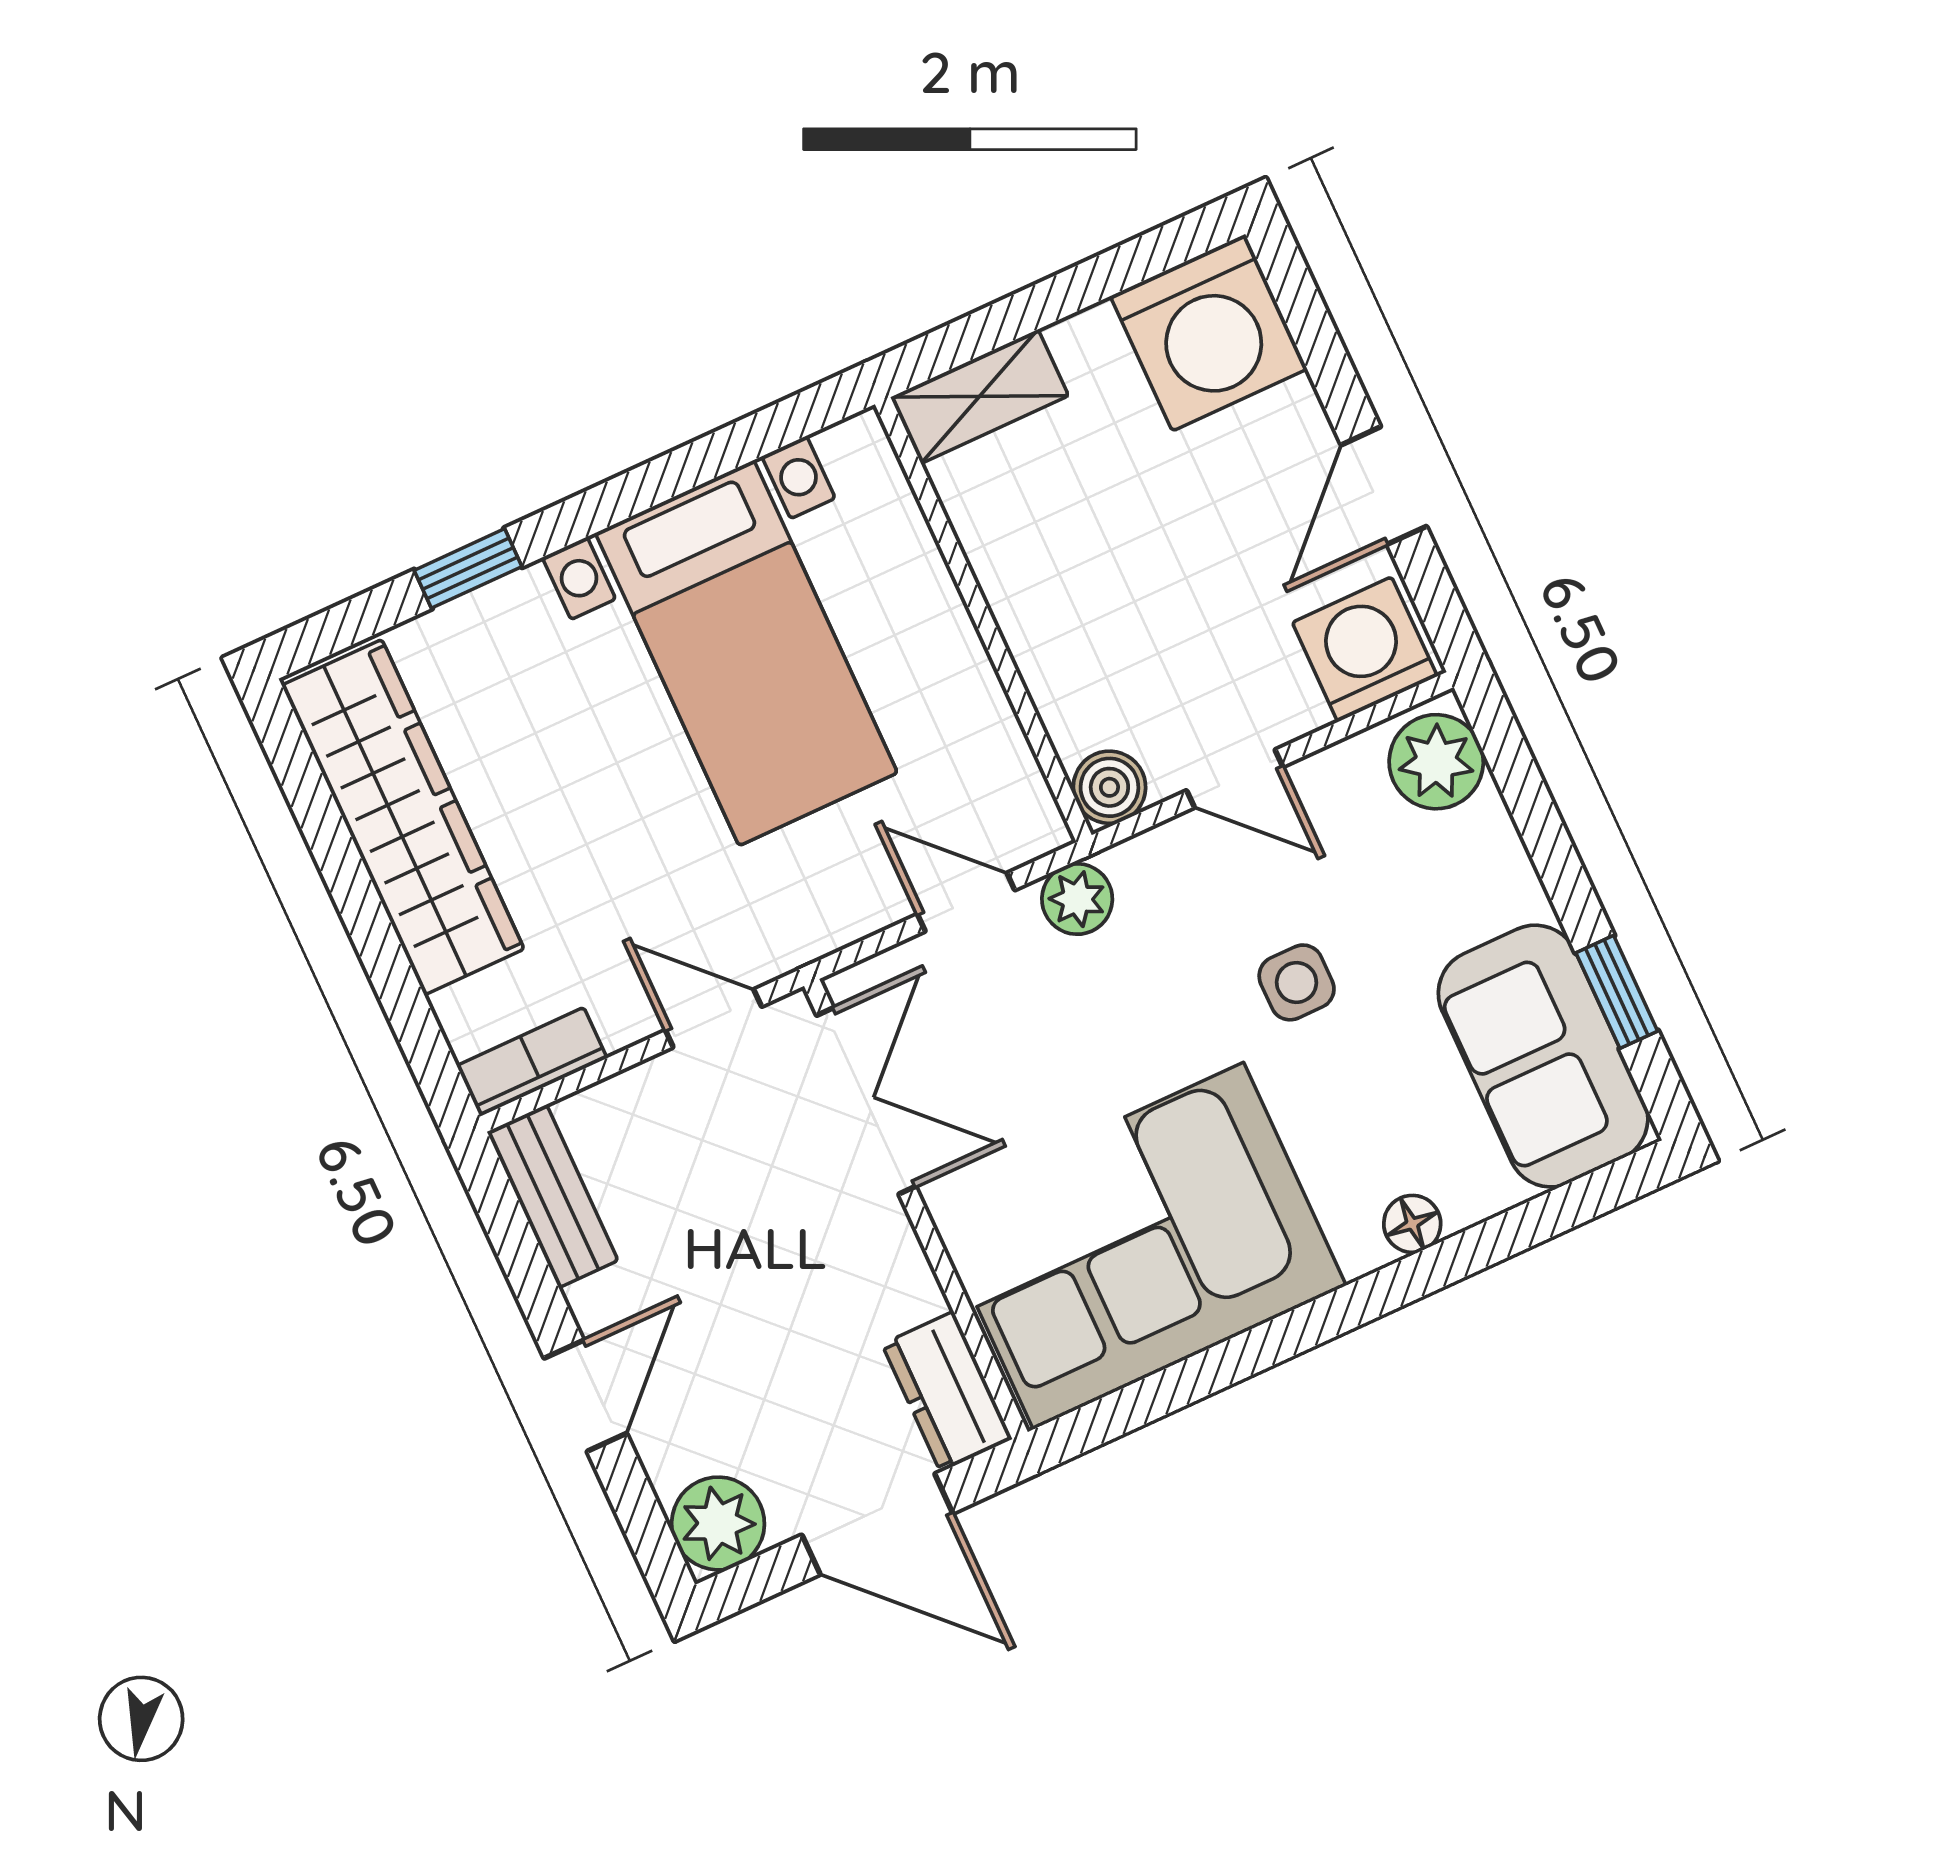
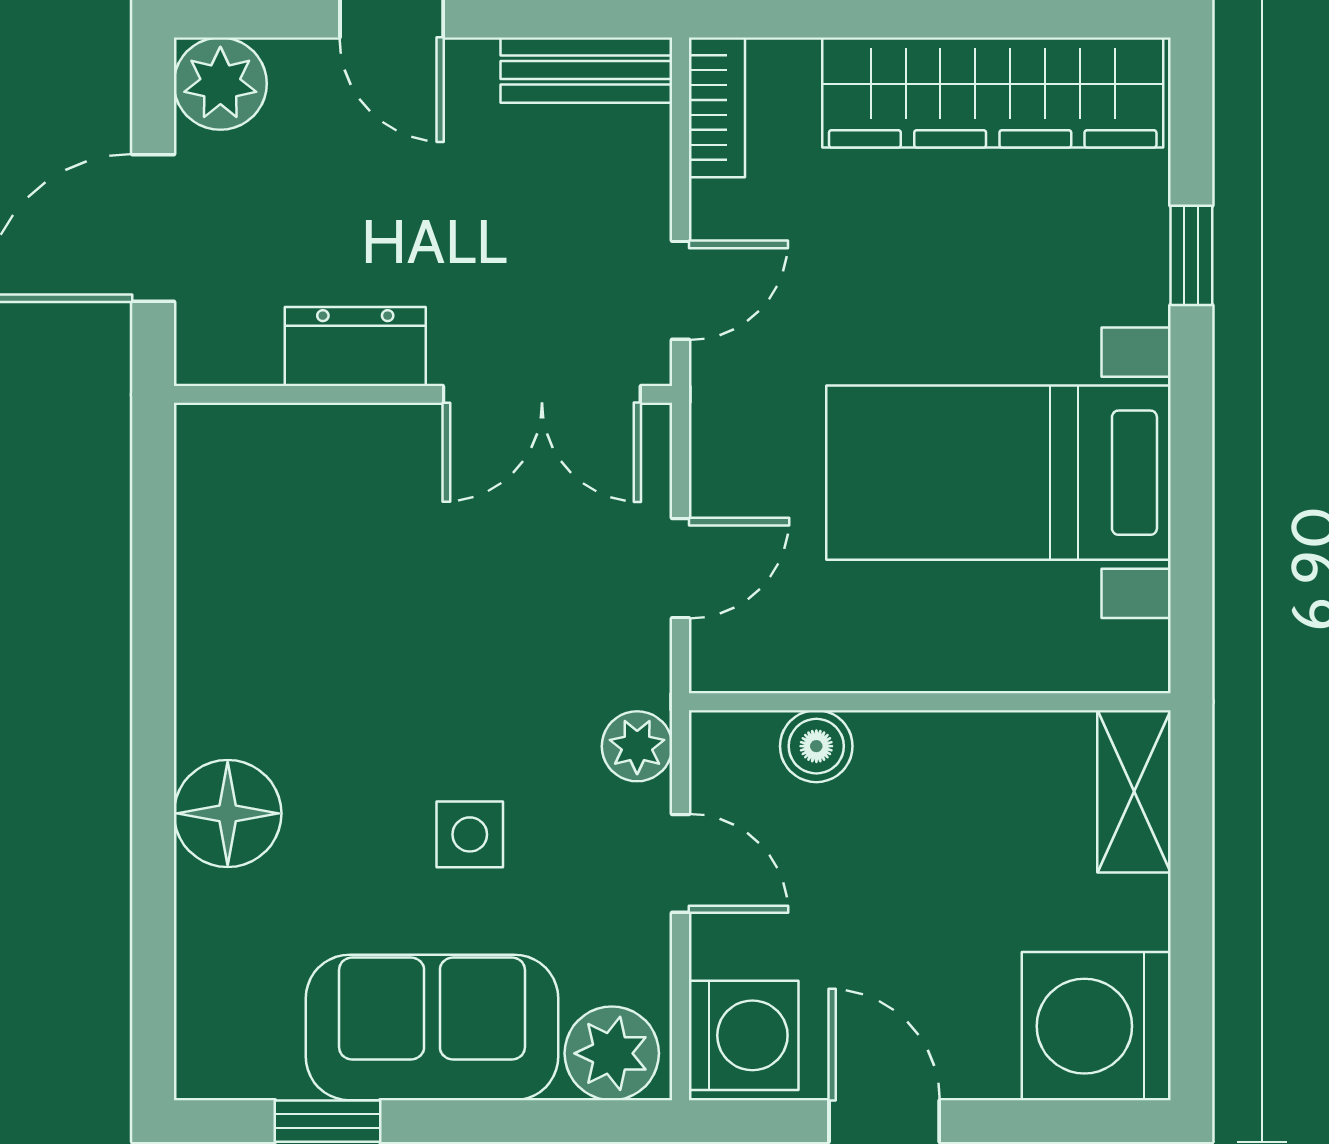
door: (1235, 779) -> (681, 863), swing flipped
boiler: (1109, 787) -> (816, 746), moved
plant: (1077, 899) -> (637, 746), moved
sofa: (1543, 1056) -> (432, 1027), moved
floor lamp: (1412, 1224) -> (228, 813), width x1.89, depth x1.89
corner sofa: (1138, 1246) -> (297, 581), removed
dresser: (947, 1392) -> (355, 347), moved

